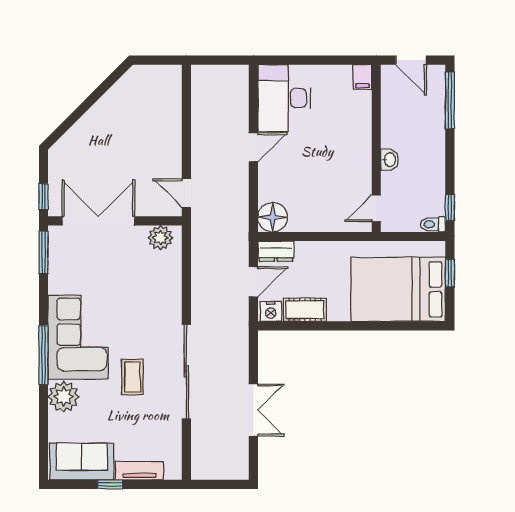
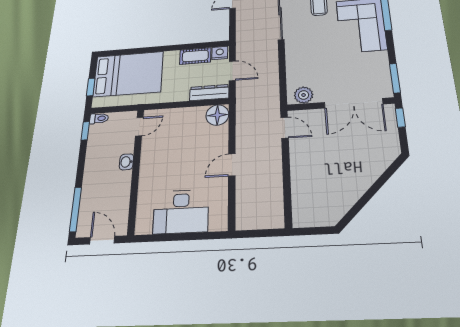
filing cabinet: (362, 77) -> (142, 225), removed
desk: (284, 98) -> (181, 212), moved, turned 90
dresser: (276, 251) -> (209, 93), width x1.44
door: (253, 282) -> (232, 71), swing flipped

